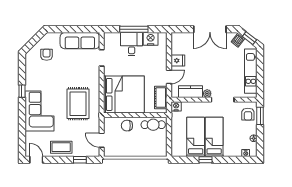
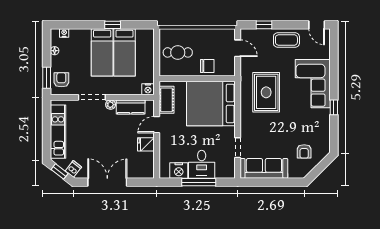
cafe table: (153, 125) -> (178, 52), moved

